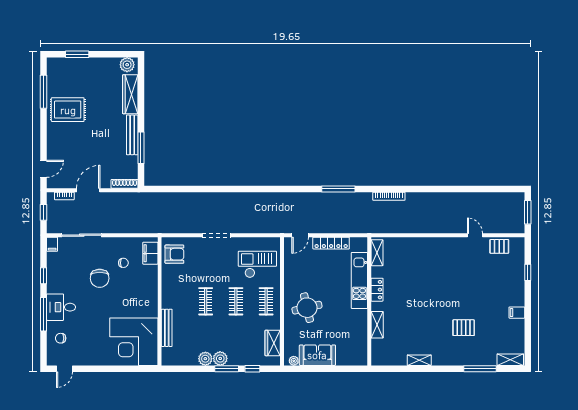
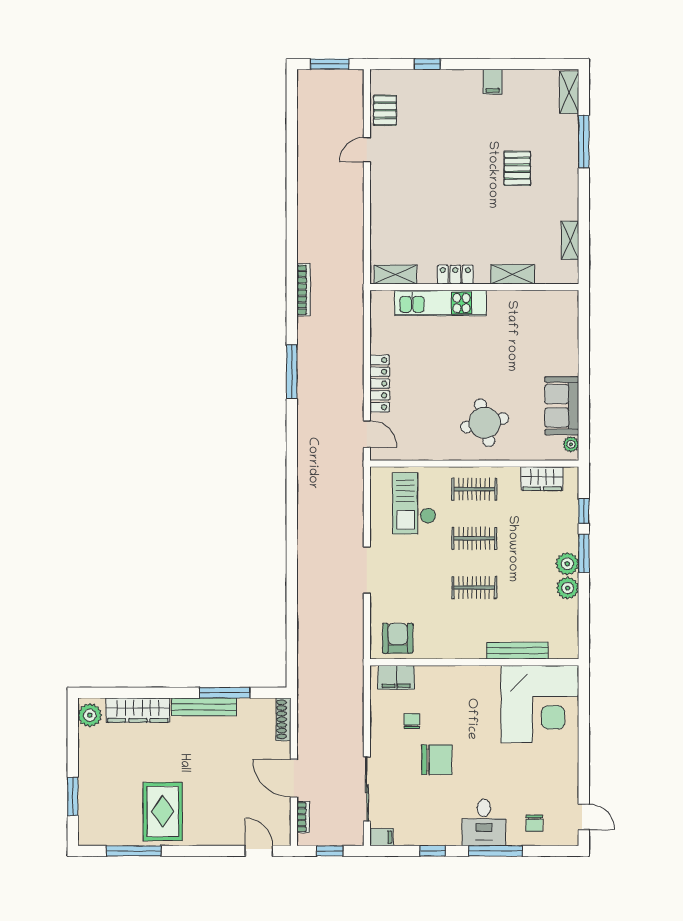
shelving: (377, 253) -> (395, 275), moved
kitchen unit: (359, 280) -> (440, 303), moved
locker: (377, 290) -> (455, 275), moved
wall: (369, 301) -> (474, 287), moved
shelving: (377, 325) -> (512, 274), moved

